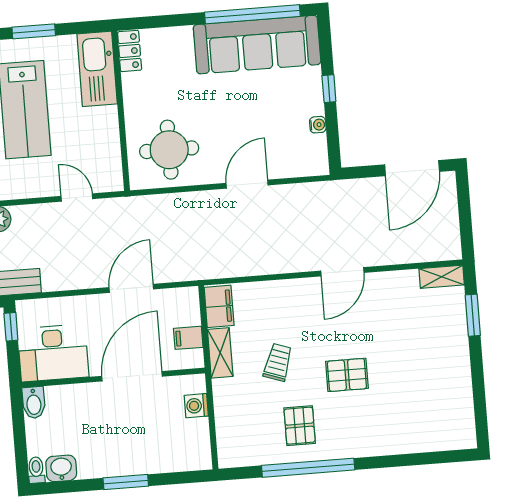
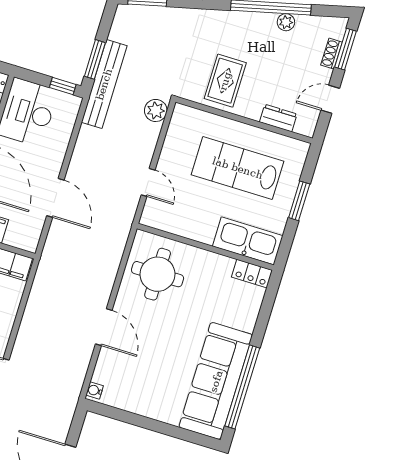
window: (329, 89) -> (156, 426), removed
water cooler: (318, 125) -> (95, 390), moved, turned 90
door: (77, 198) -> (148, 182), hinge flipped

